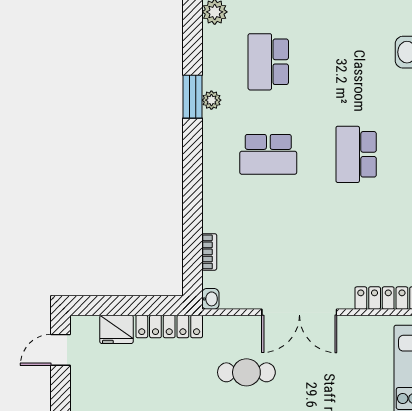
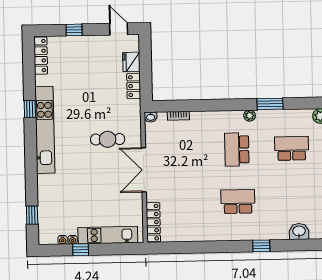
plant: (211, 100) -> (250, 116), moved
locker: (169, 326) -> (134, 86), width x0.66
cafe table: (246, 372) -> (108, 139), turned 90

